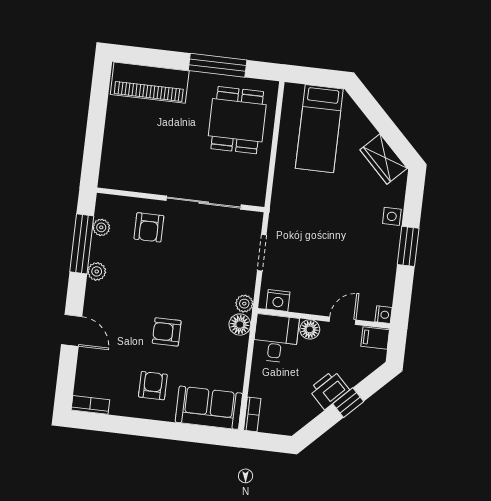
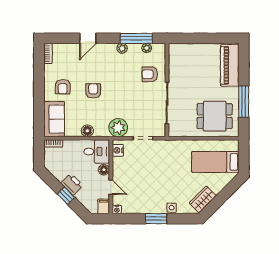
plant: (244, 304) -> (118, 128), width x1.87, depth x1.87
floor lamp: (240, 325) -> (87, 131), moved
armchair: (153, 386) -> (63, 87), turned 90

